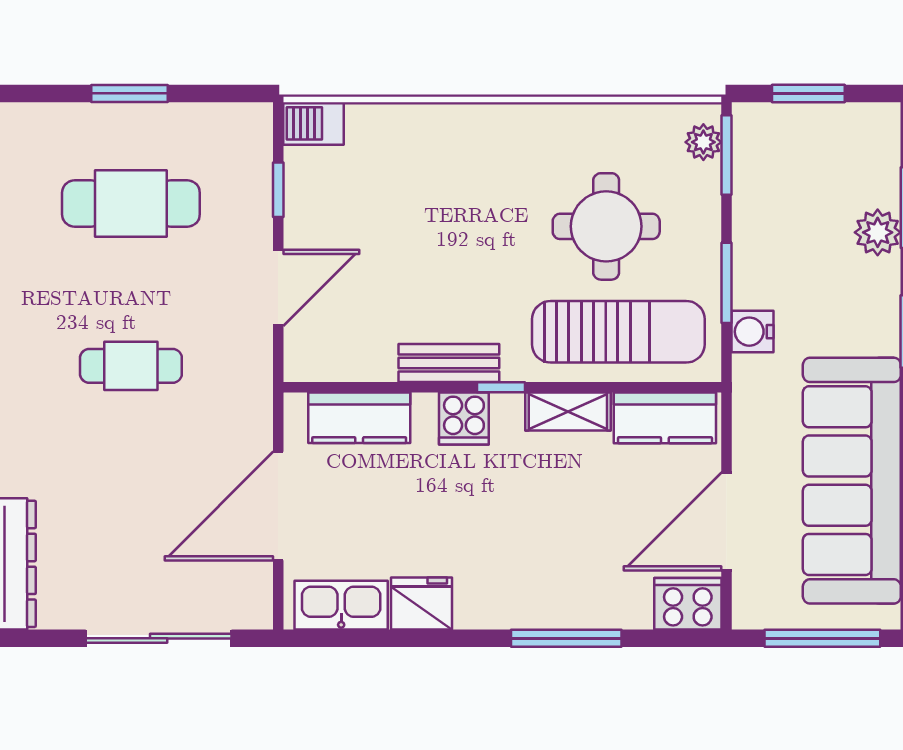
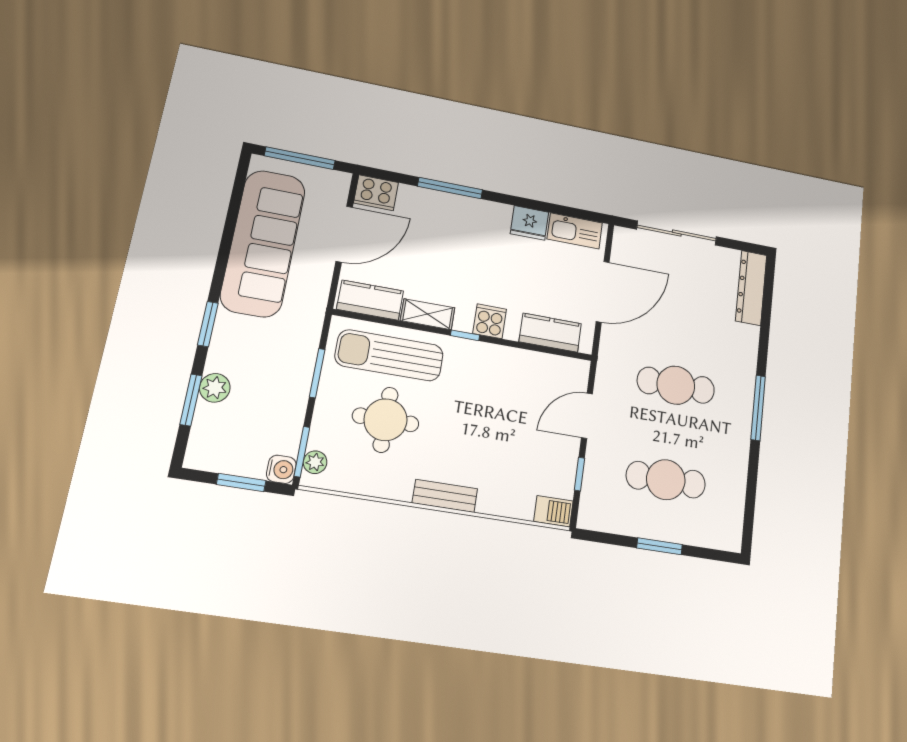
water cooler: (753, 332) -> (281, 469), moved
bench: (449, 363) -> (445, 496), moved
cafe table: (131, 366) -> (676, 385), width x1.37, depth x1.35

